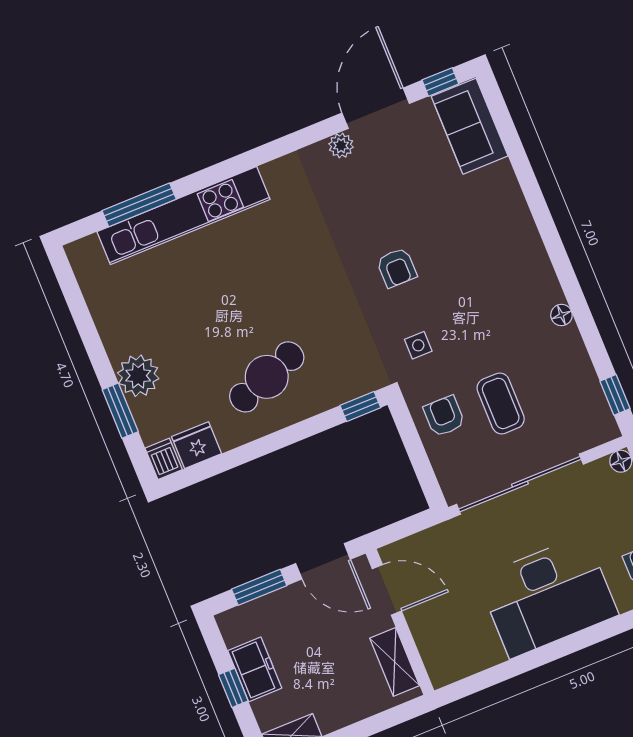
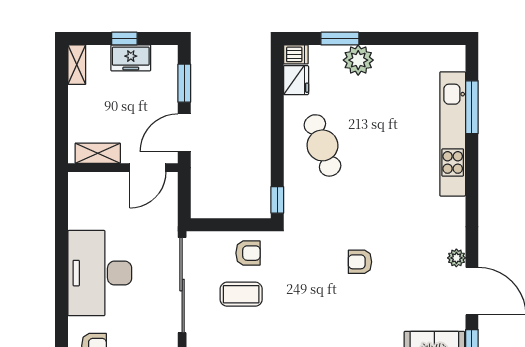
side table: (418, 345) -> (302, 255), removed

